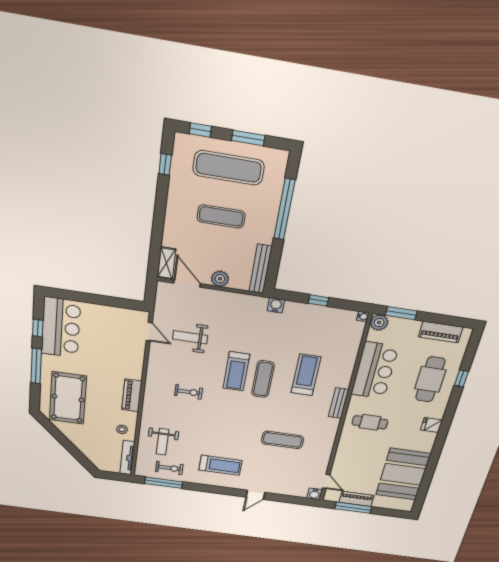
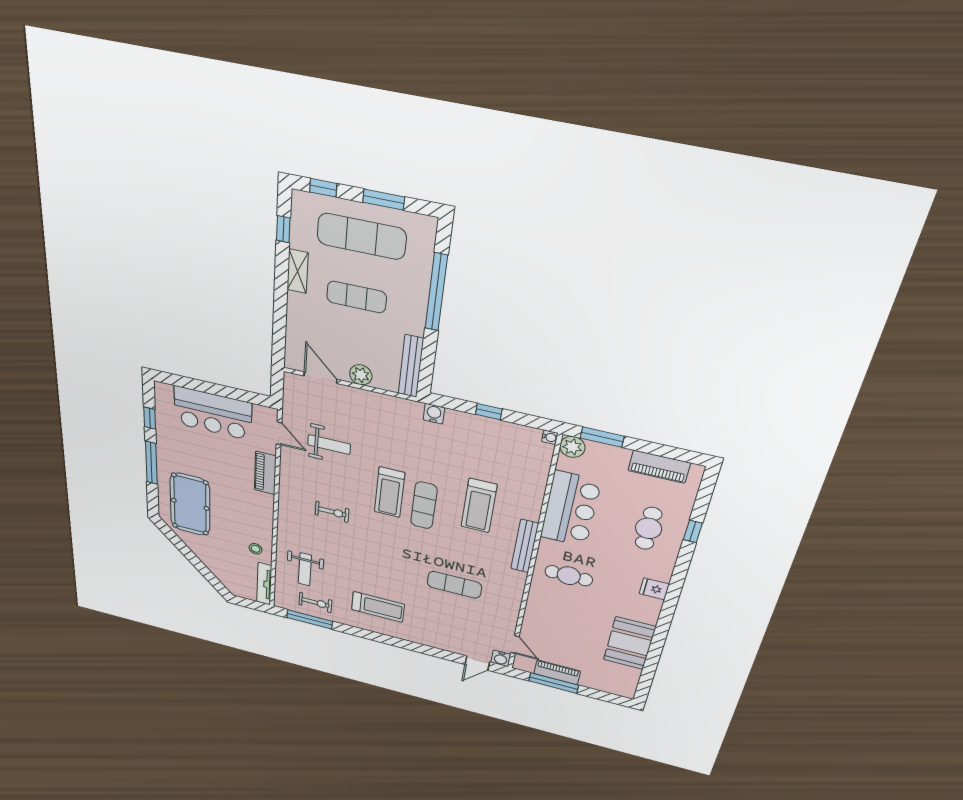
shelving: (166, 263) -> (298, 271), moved
bar counter: (61, 328) -> (213, 413), moved, turned 90
weight bench: (190, 337) -> (329, 445), turned 180
treadmill: (306, 375) -> (479, 506), turned 180
cafe table: (430, 379) -> (649, 528), width x0.73, depth x0.74
piano: (132, 395) -> (265, 473), moved
bench: (339, 403) -> (525, 546), width x1.36
booth: (403, 474) -> (630, 643), width x0.73, depth x0.70
door: (256, 495) -> (477, 663), moved

